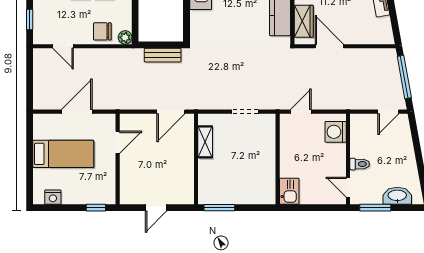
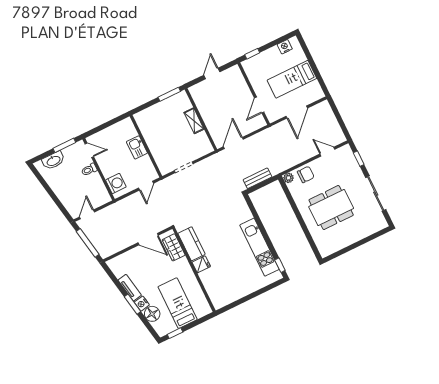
shelving: (205, 142) -> (194, 121), moved
kitchen sink: (289, 191) -> (137, 147), moved

